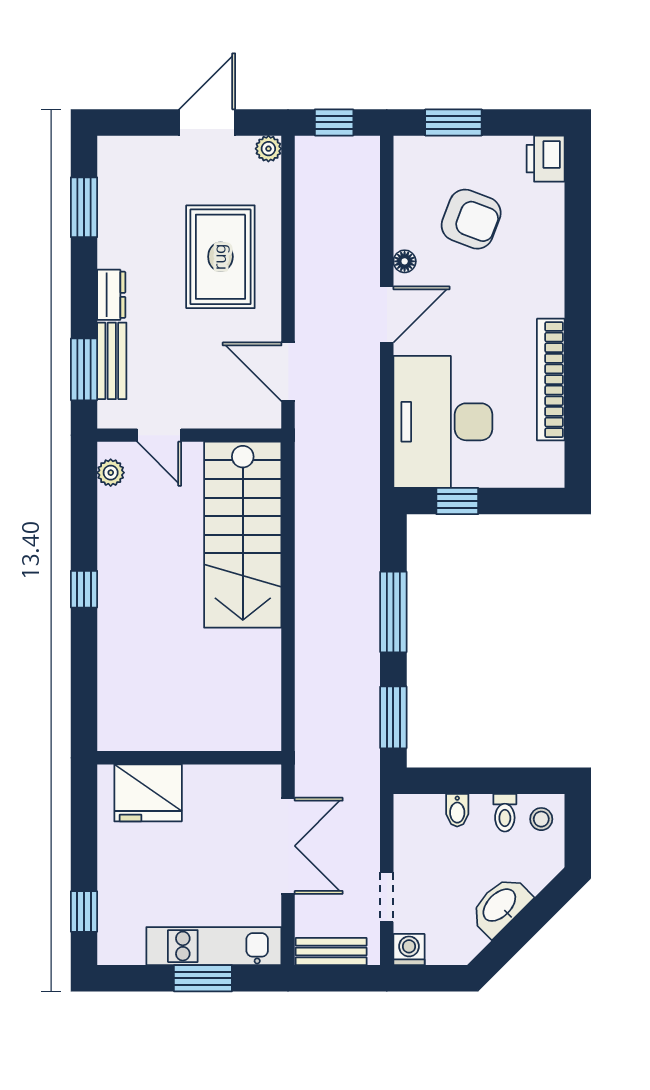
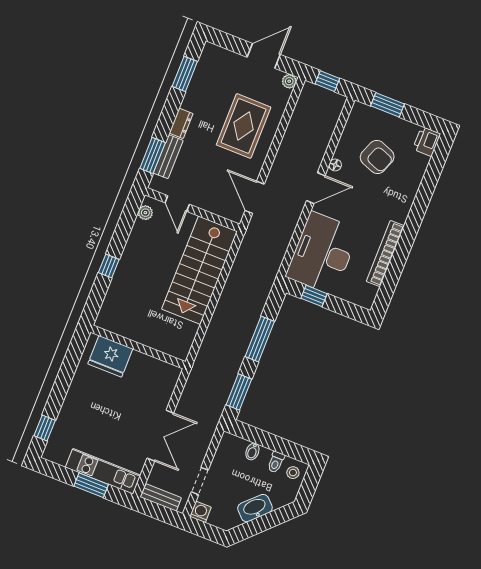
wall: (189, 758) -> (138, 347), moved
fridge: (148, 793) -> (110, 356), moved

